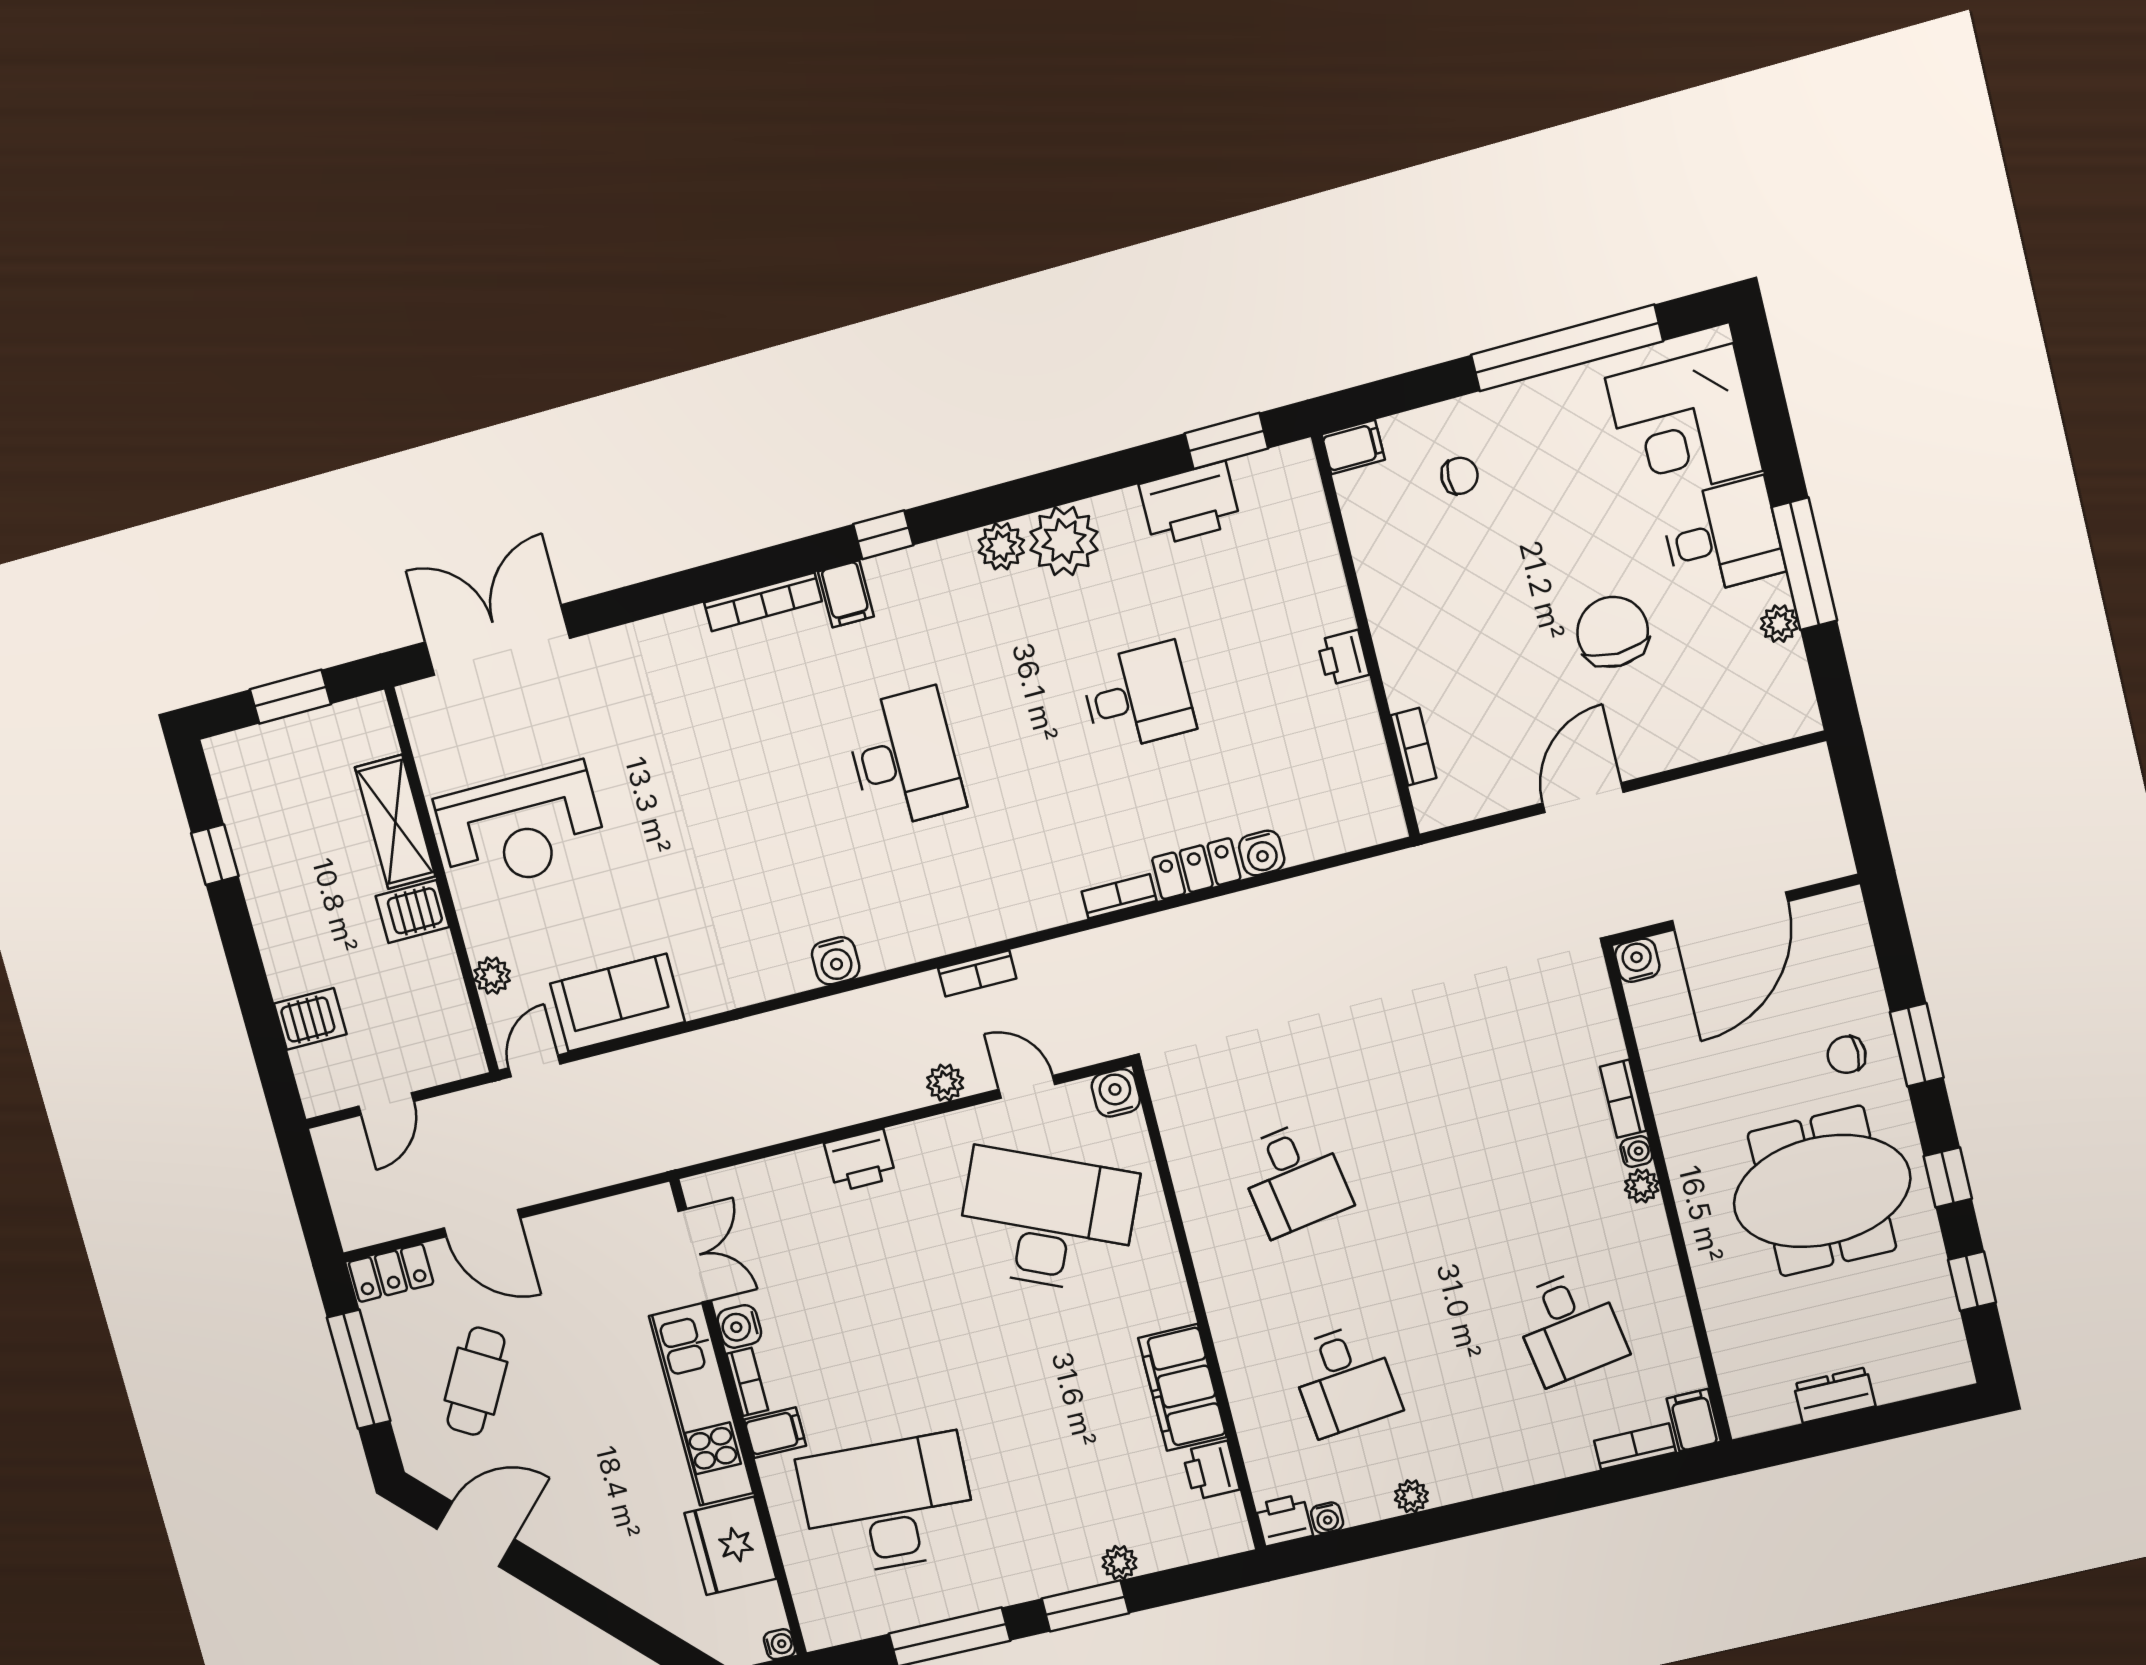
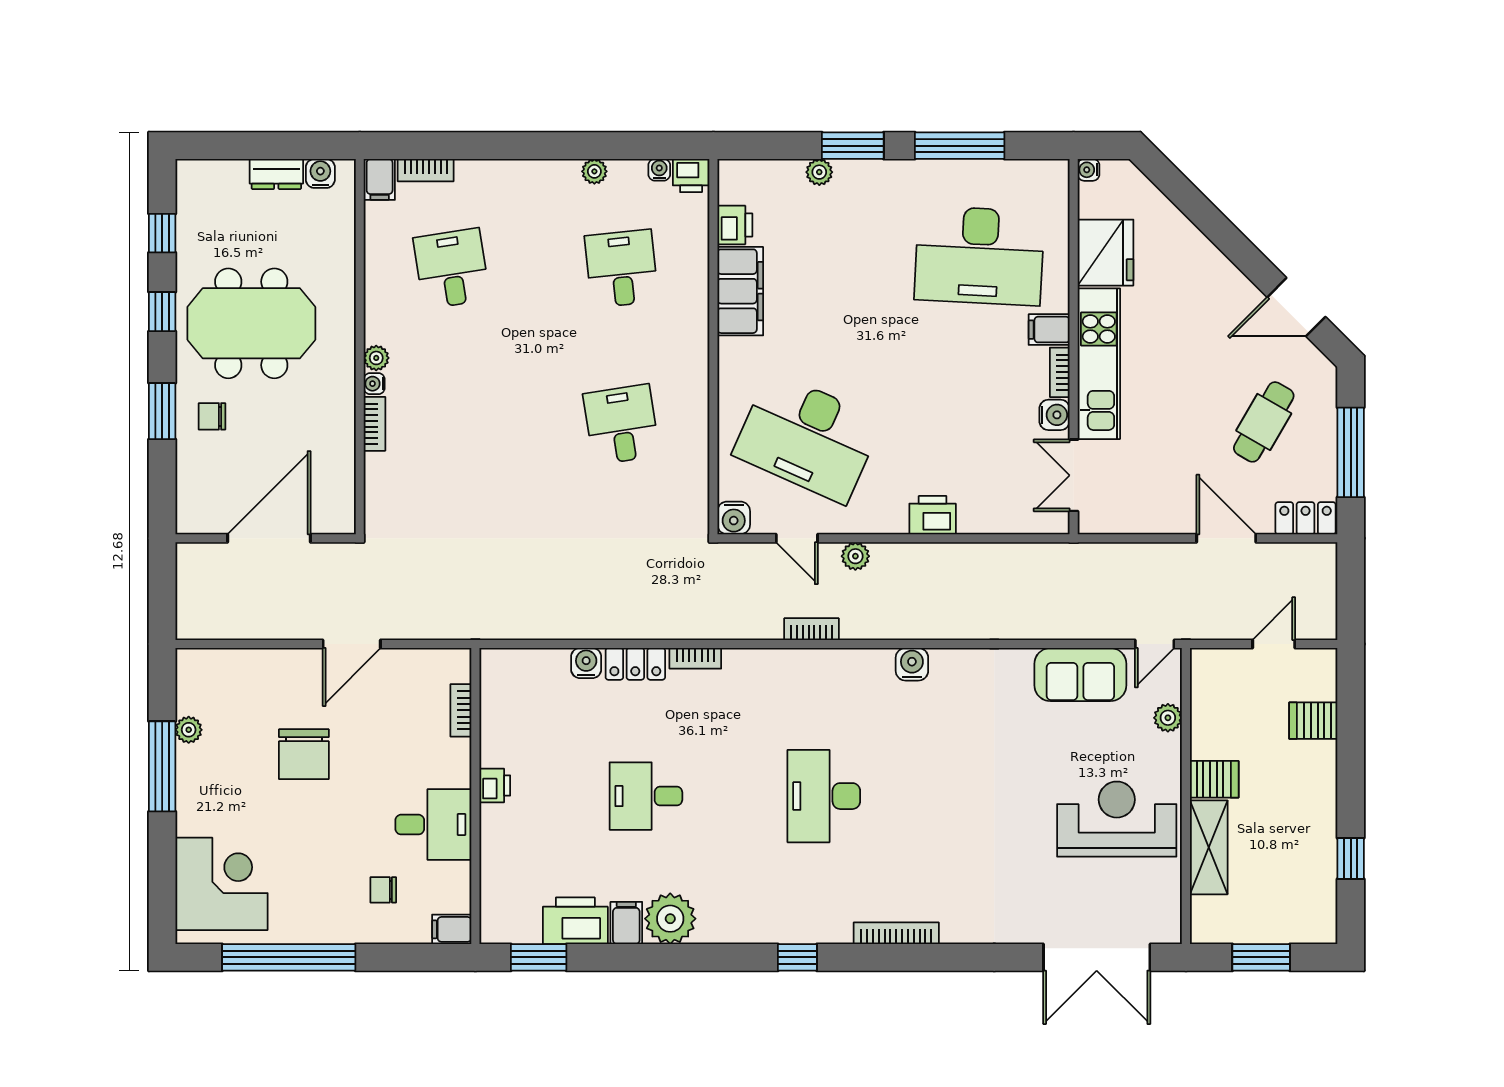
desk: (1722, 537) -> (433, 825), moved, turned 180
plant: (1001, 546) -> (716, 927), removed
filing cabinet: (846, 594) -> (626, 923), moved
water cooler: (1637, 960) -> (320, 173), moved, turned 180
chair: (1847, 1055) -> (212, 416), turned 180

